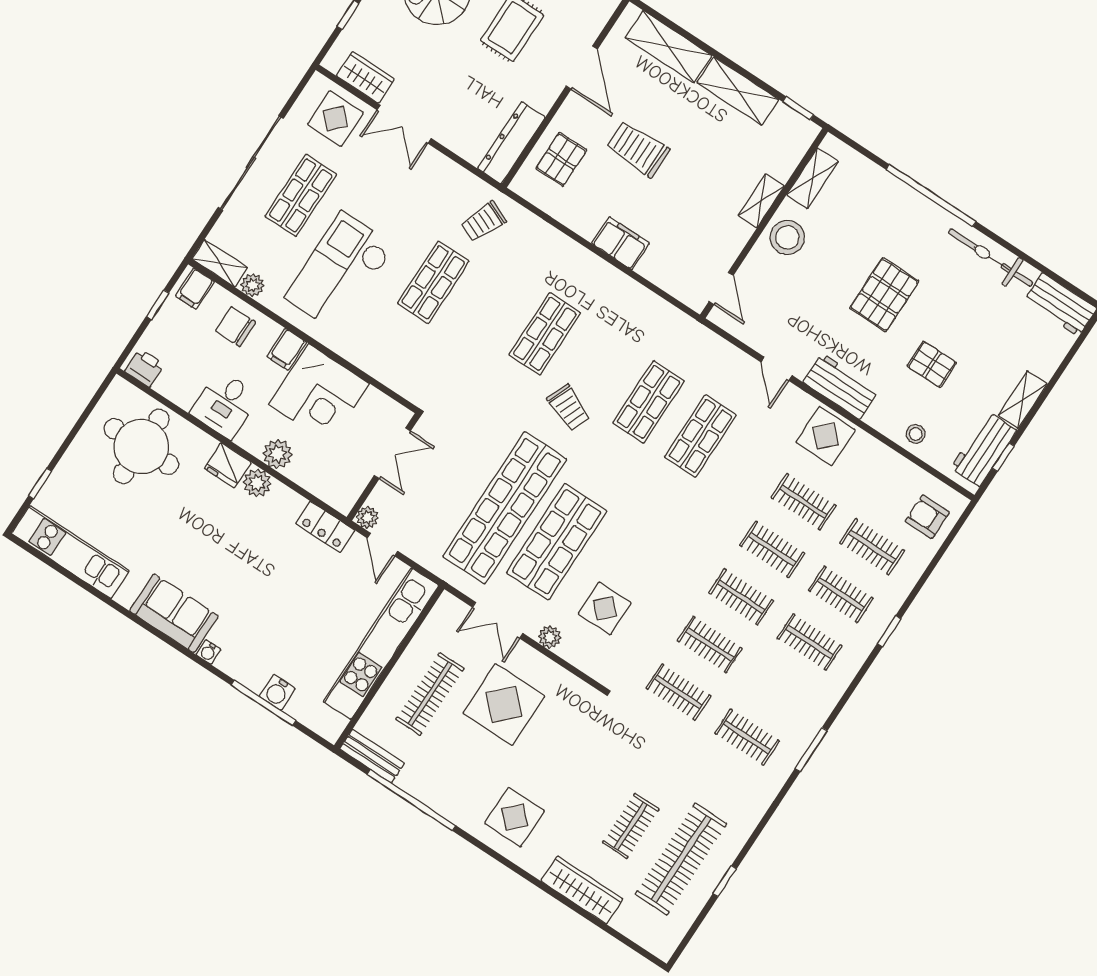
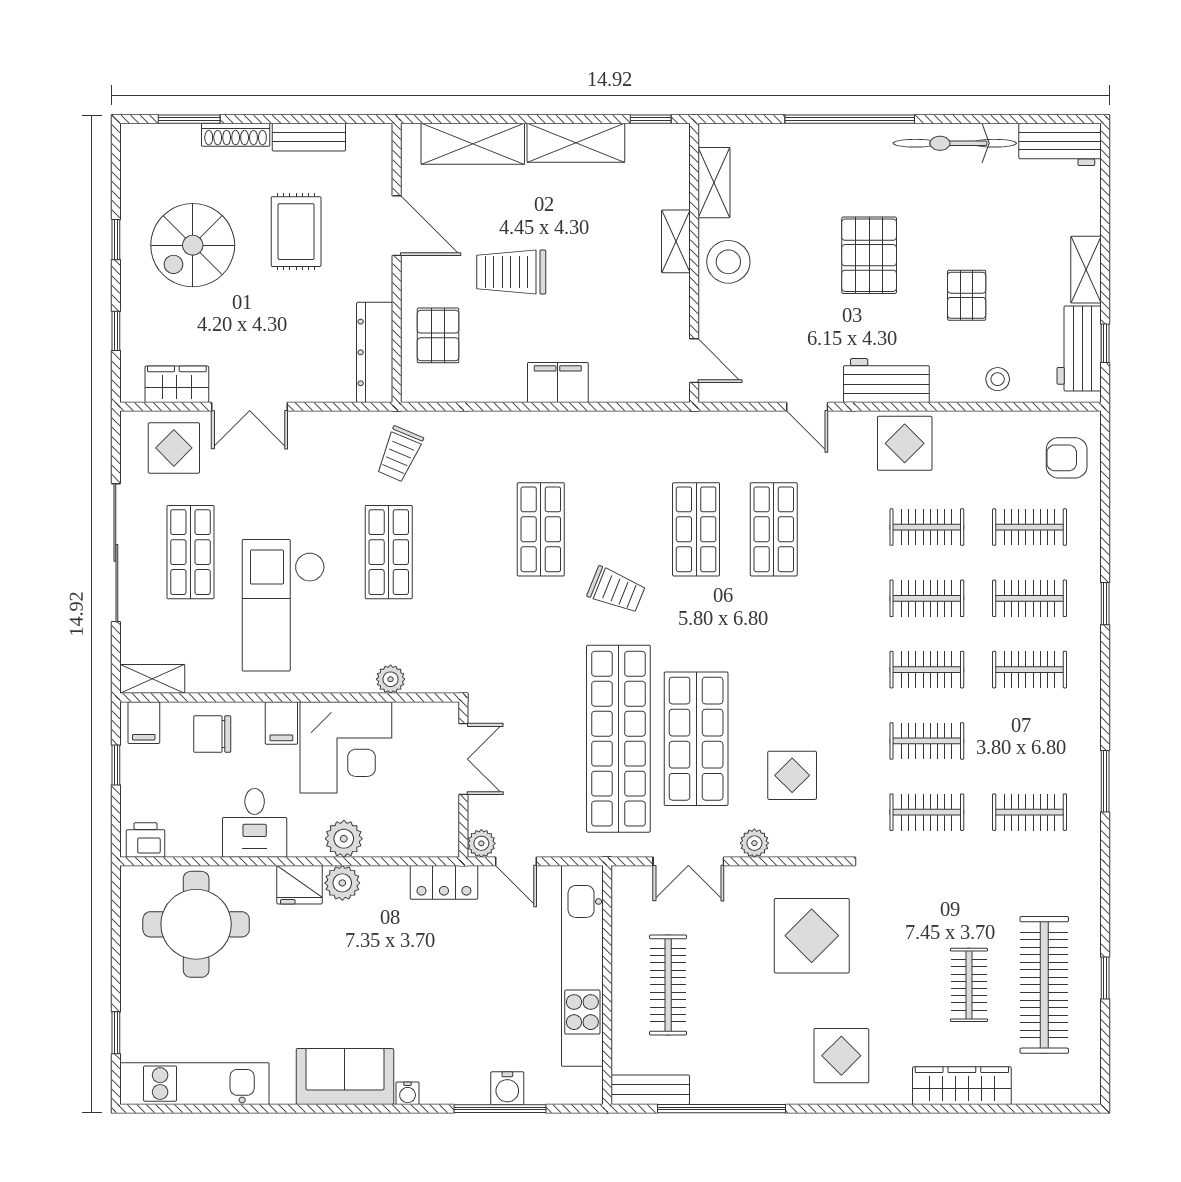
plant: (253, 285) -> (391, 679), moved
pallet: (932, 364) -> (967, 295), turned 90
display table: (504, 705) -> (812, 936), moved

